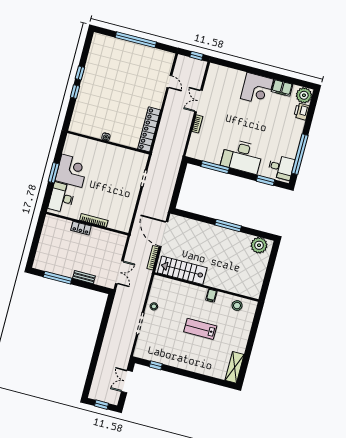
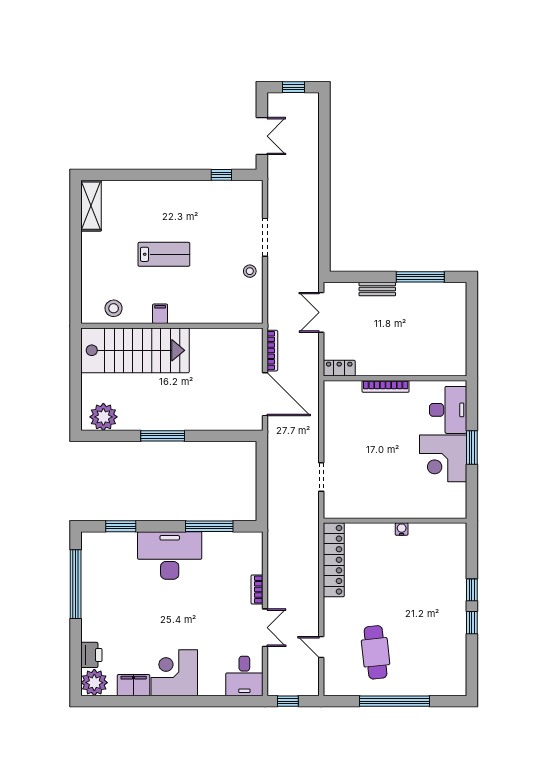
cafe table: (139, 70) -> (376, 652), added
desk: (281, 167) -> (244, 676), moved, turned -90
locker: (81, 228) -> (339, 368), moved
stairs: (182, 270) -> (135, 350), moved, width x1.36, depth x1.51

